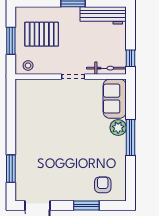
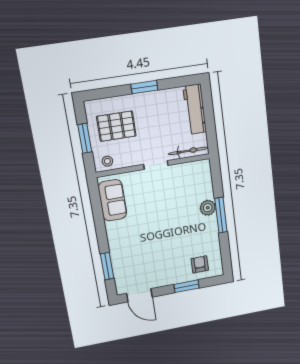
workbench: (103, 15) -> (195, 109), moved, turned 90
window: (130, 58) -> (212, 137), removed
sofa: (115, 99) -> (112, 200), moved, turned 180

